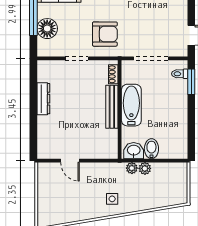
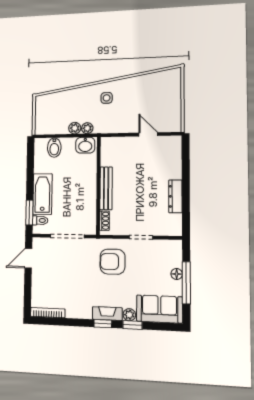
floor lamp: (47, 29) -> (177, 274), width x0.53, depth x0.53
bathtub: (131, 105) -> (42, 194), moved, turned 180
bidet: (151, 149) -> (54, 148), moved

